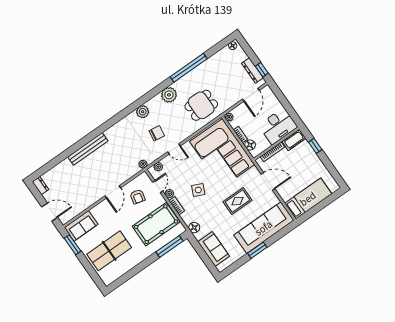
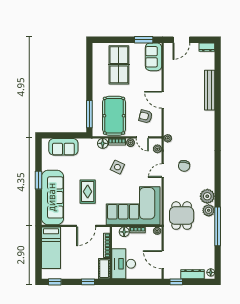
dresser: (252, 71) -> (193, 274), moved
plant: (143, 112) -> (209, 210), moved
bench: (88, 149) -> (210, 90), moved
window: (335, 175) -> (55, 282), added
floor lamp: (194, 228) -> (103, 143), moved

